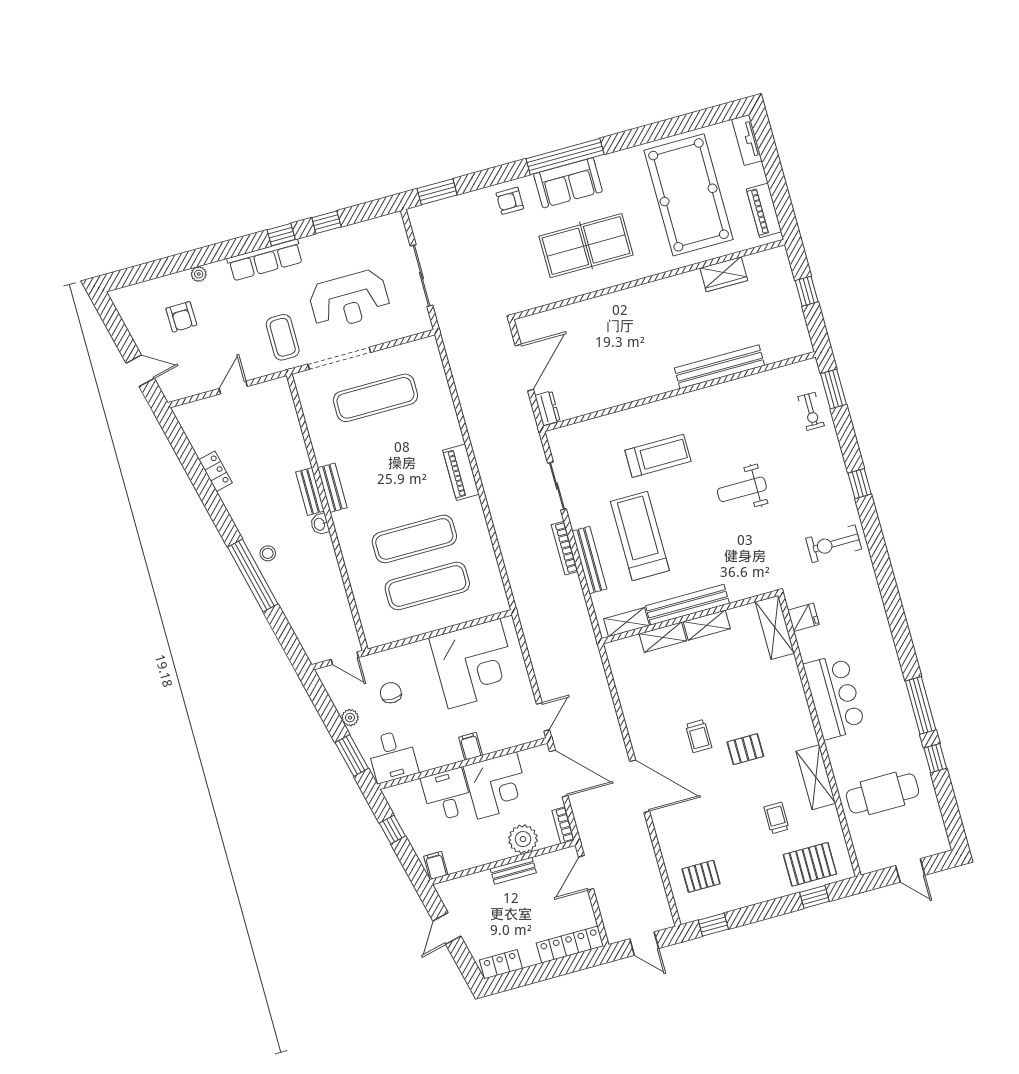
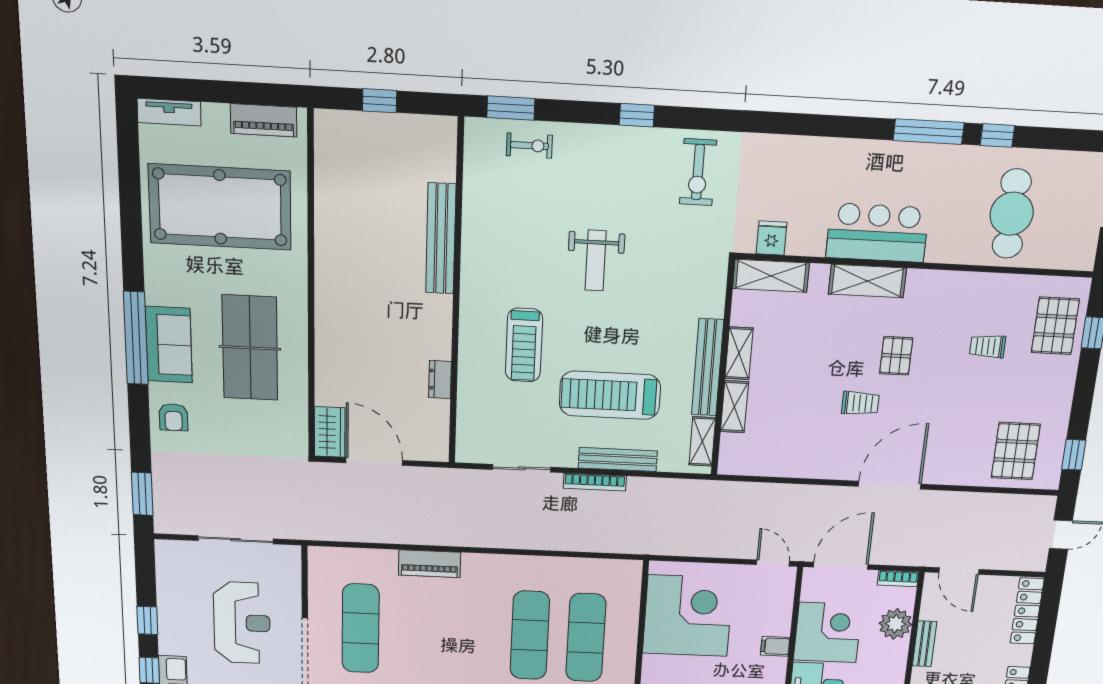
wardrobe: (724, 274) -> (330, 432), moved
dresser: (547, 408) -> (440, 380), moved, turned -90
treadmill: (658, 456) -> (524, 345), turned 180
piano: (461, 472) -> (430, 564), moved
shelving: (816, 777) -> (867, 281), moved
pallet: (701, 876) -> (1016, 451), width x1.50, depth x1.42

